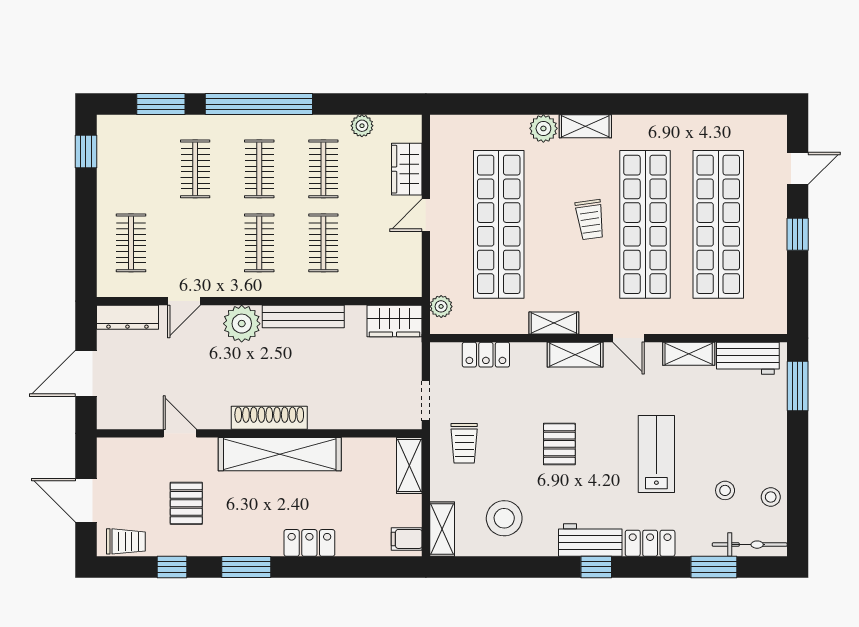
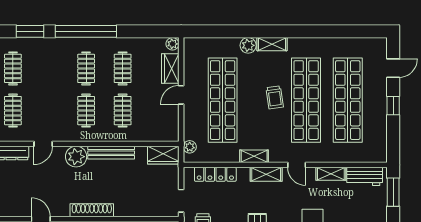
plant: (362, 126) -> (173, 44), moved
clothes rail: (195, 169) -> (13, 68), moved
locker: (486, 355) -> (215, 174), width x1.53

